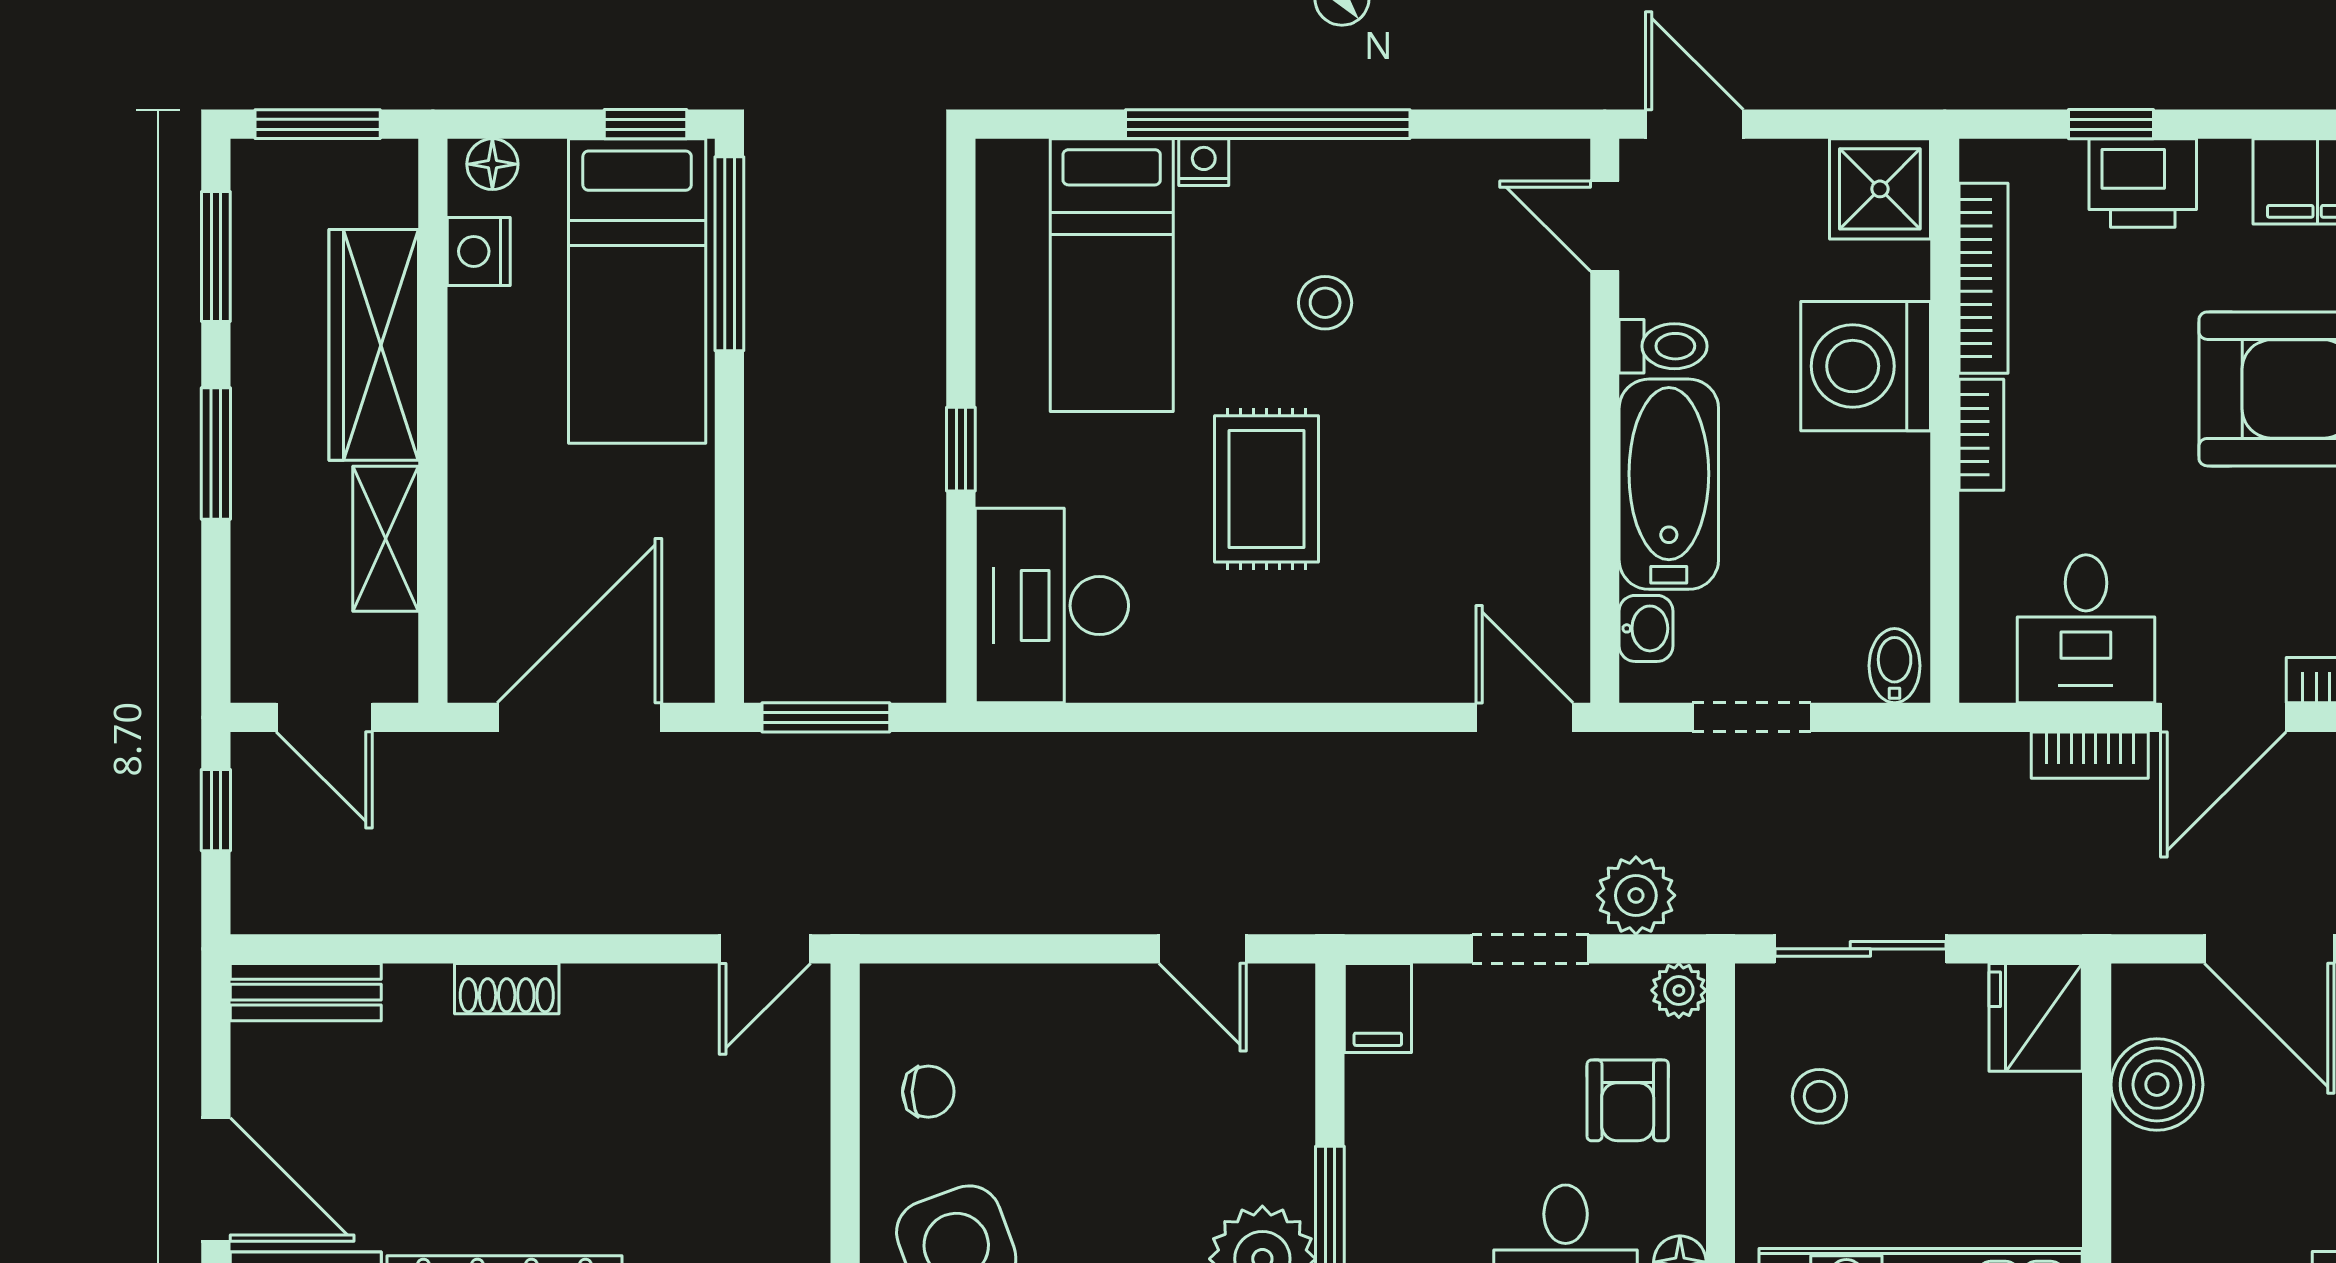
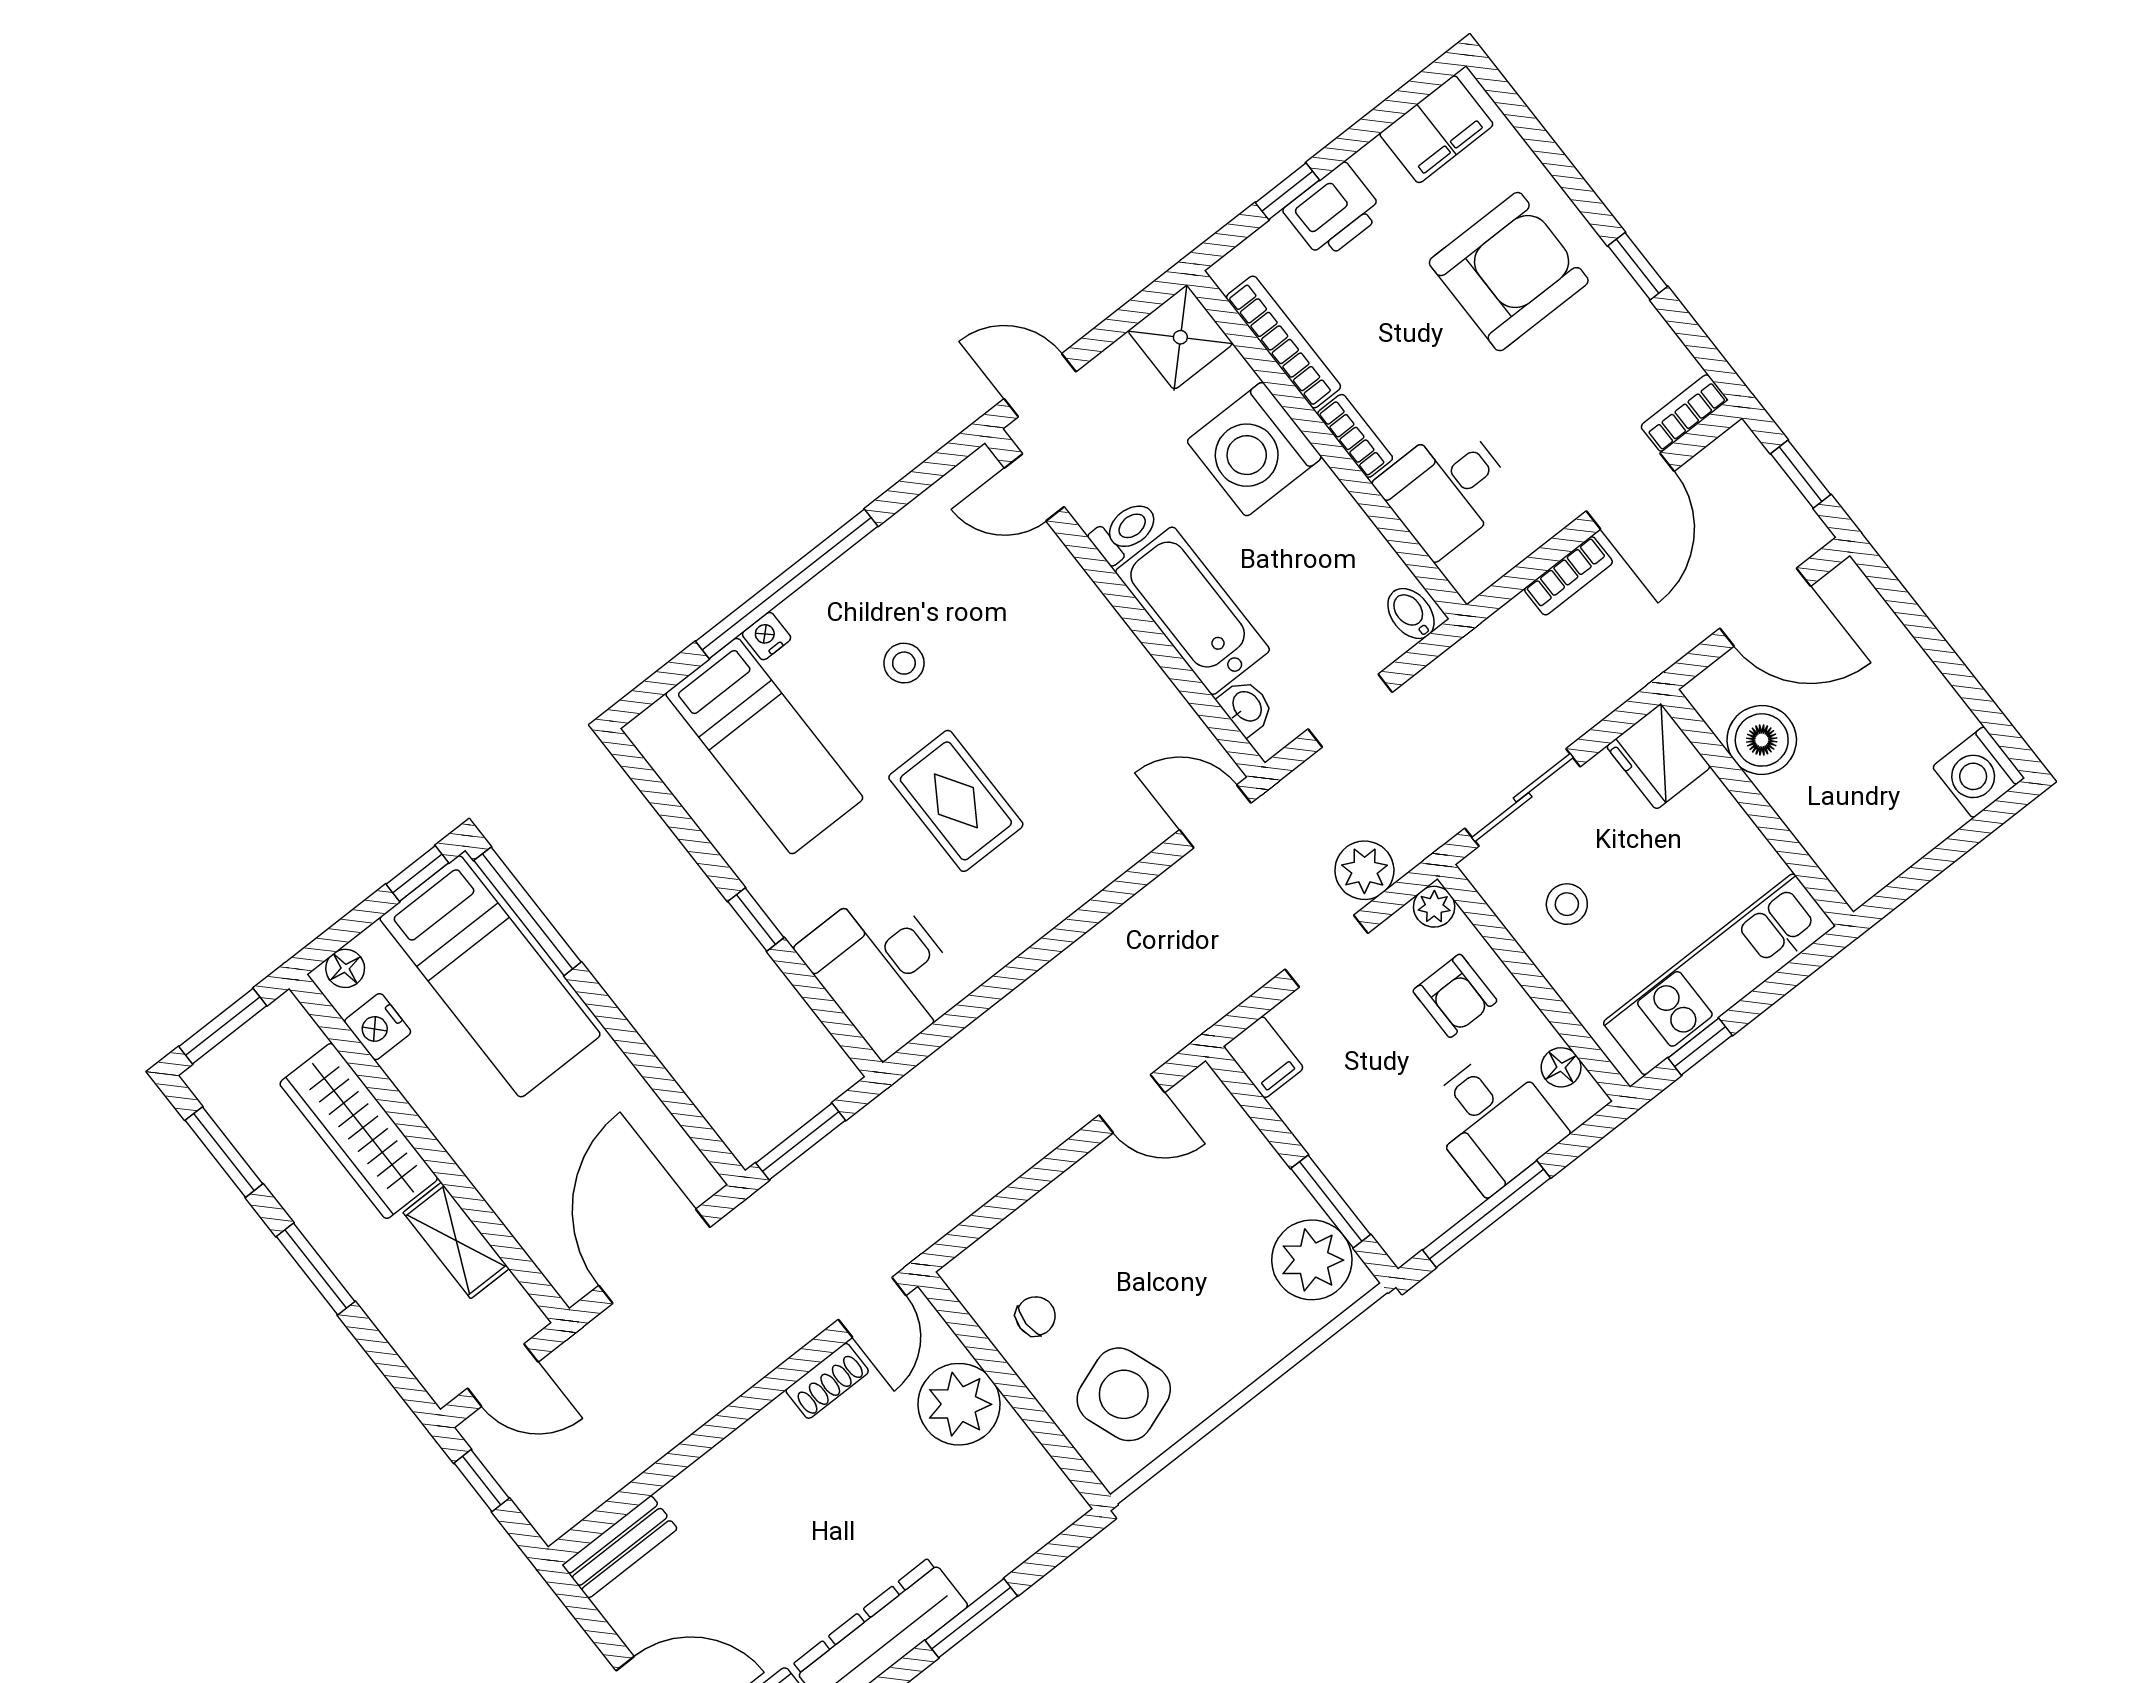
desk: (2086, 629) -> (1446, 489), moved, turned 90
shoe rack: (507, 989) -> (827, 1381), moved
plant: (776, 1121) -> (959, 1404), added

